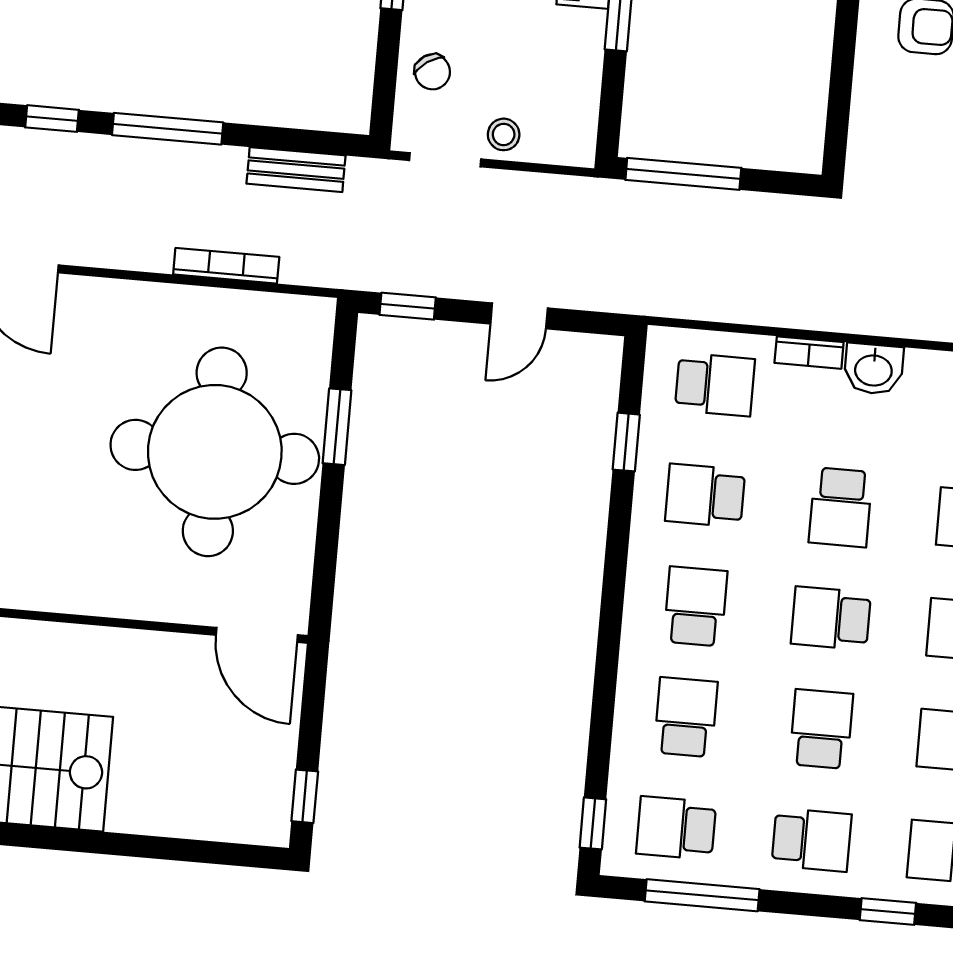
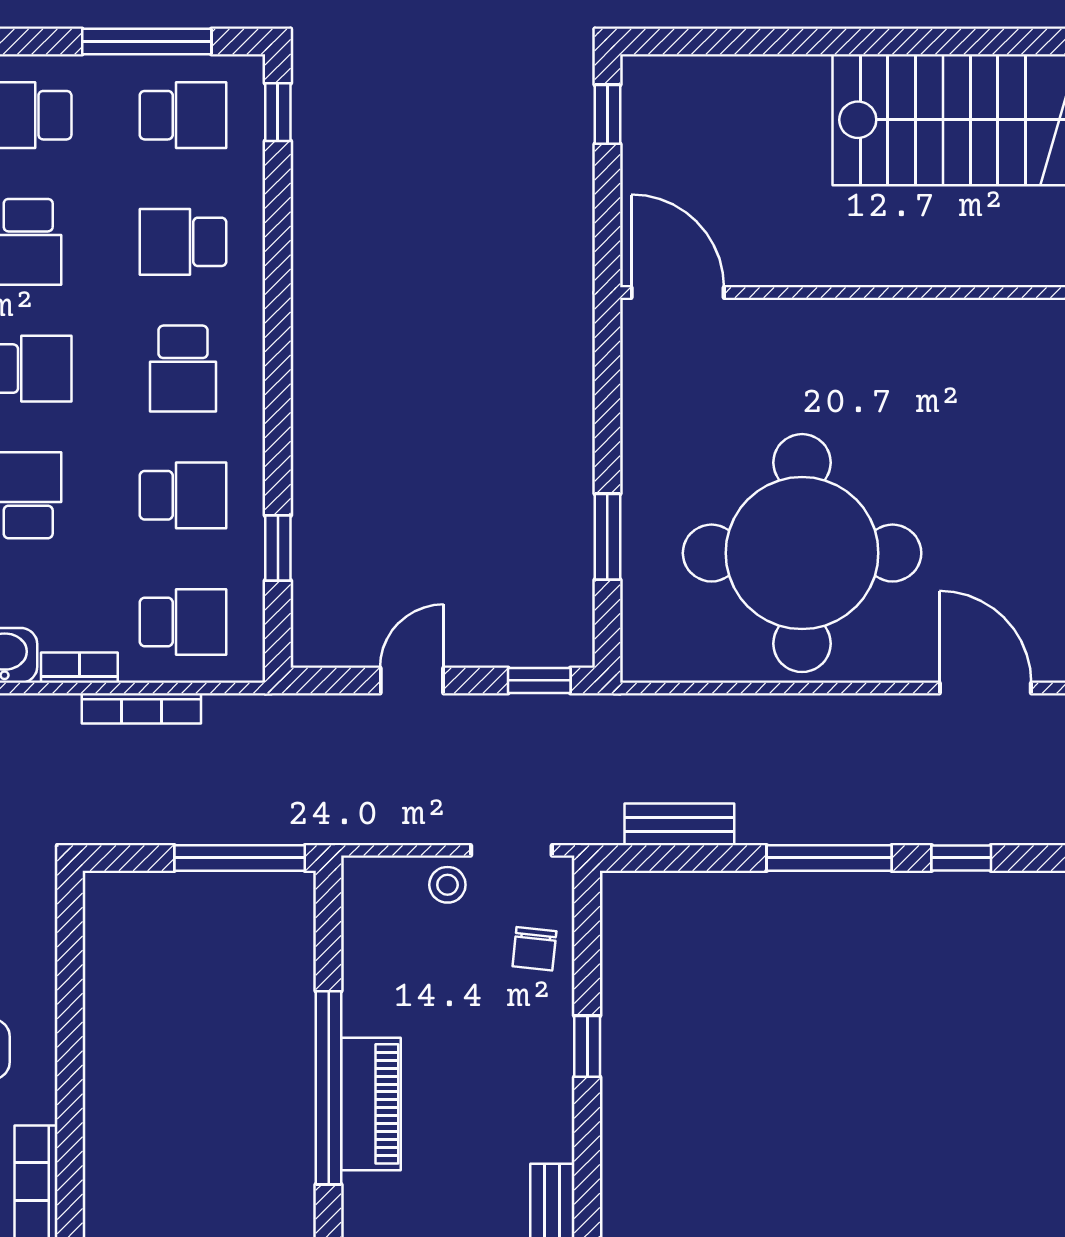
chair: (432, 72) -> (534, 949), turned -140
bookcase: (226, 266) -> (141, 708), moved
school desk: (715, 385) -> (183, 622), turned 180
round table: (215, 452) -> (802, 553), moved
school desk: (686, 717) -> (183, 242), turned 90

